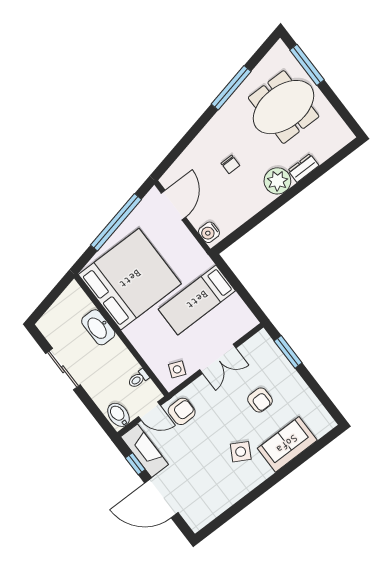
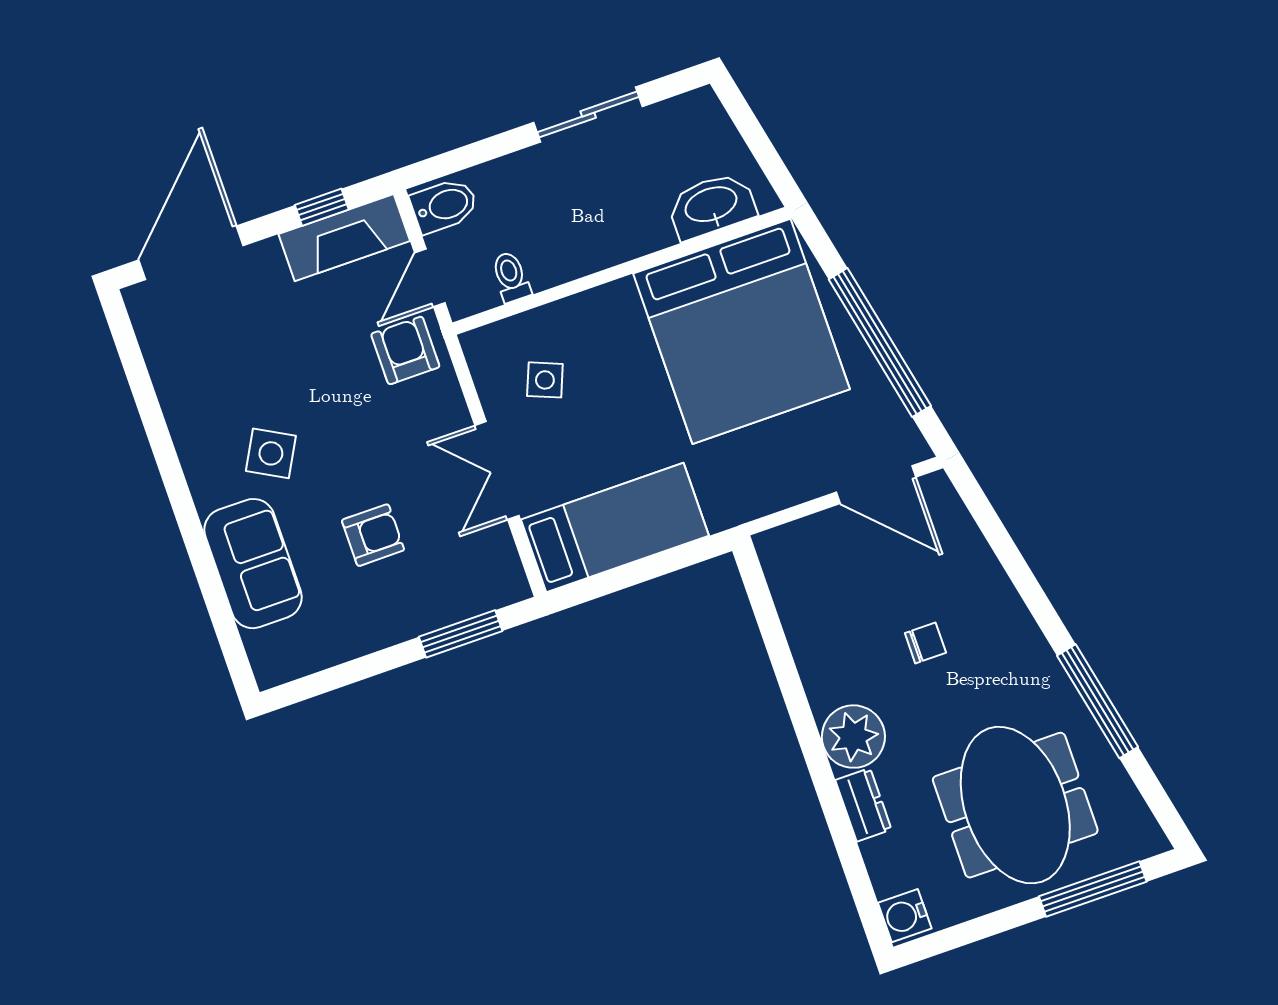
chair: (230, 164) -> (925, 643), turned 180
water cooler: (209, 232) -> (905, 916), moved, turned -90
bed: (197, 300) -> (615, 528), moved, turned 90
washbasin: (98, 327) -> (711, 206), moved
side table: (177, 369) -> (545, 380), moved
armchair: (260, 400) -> (373, 535), turned 180
armchair: (182, 411) -> (405, 350), turned 180
door: (161, 498) -> (191, 253), moved

